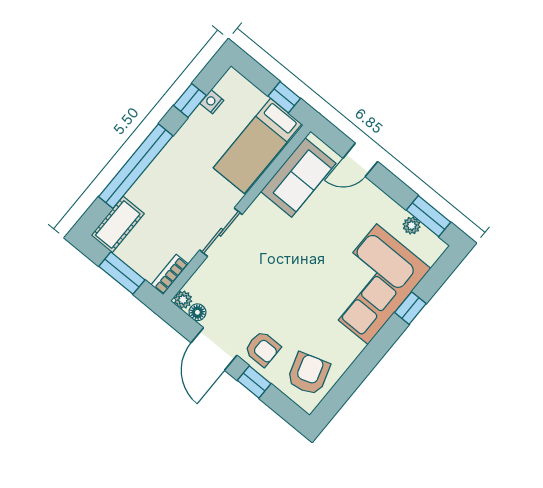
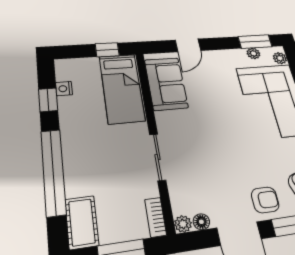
plant: (431, 254) -> (280, 58), added

